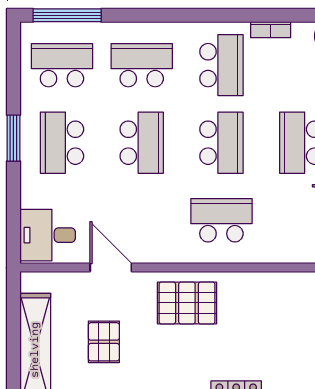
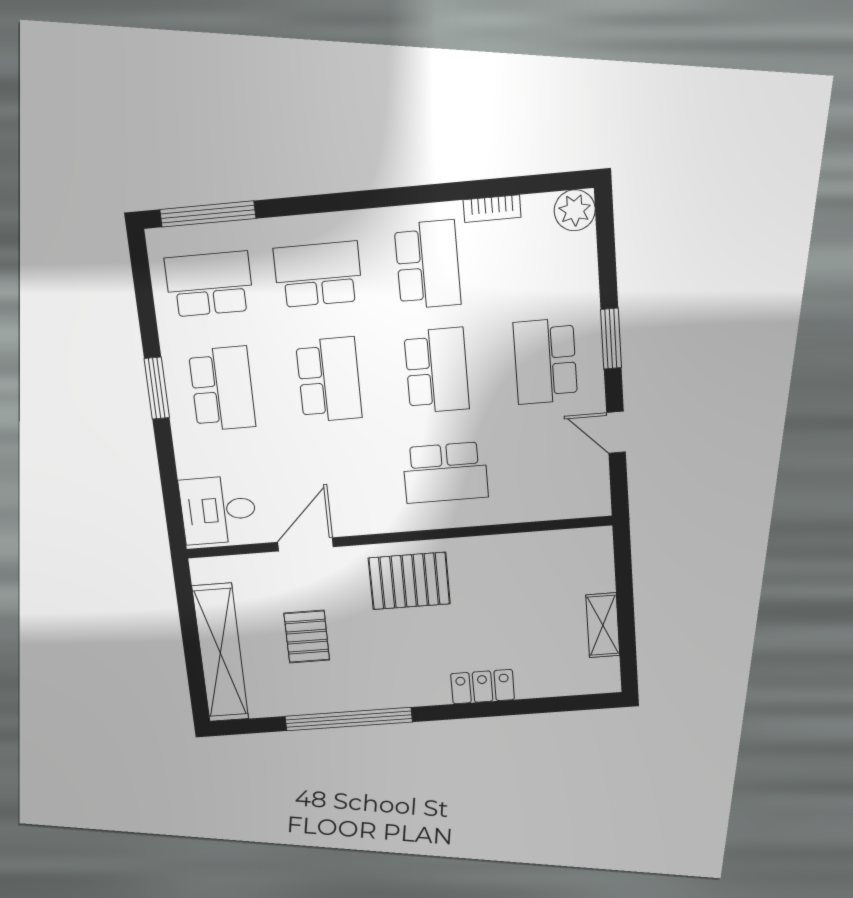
school desk: (62, 143) -> (222, 389), turned 180
school desk: (221, 220) -> (445, 473), turned 180
door: (111, 268) -> (305, 544), hinge flipped

